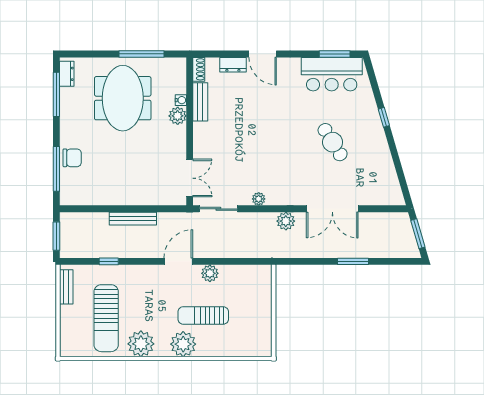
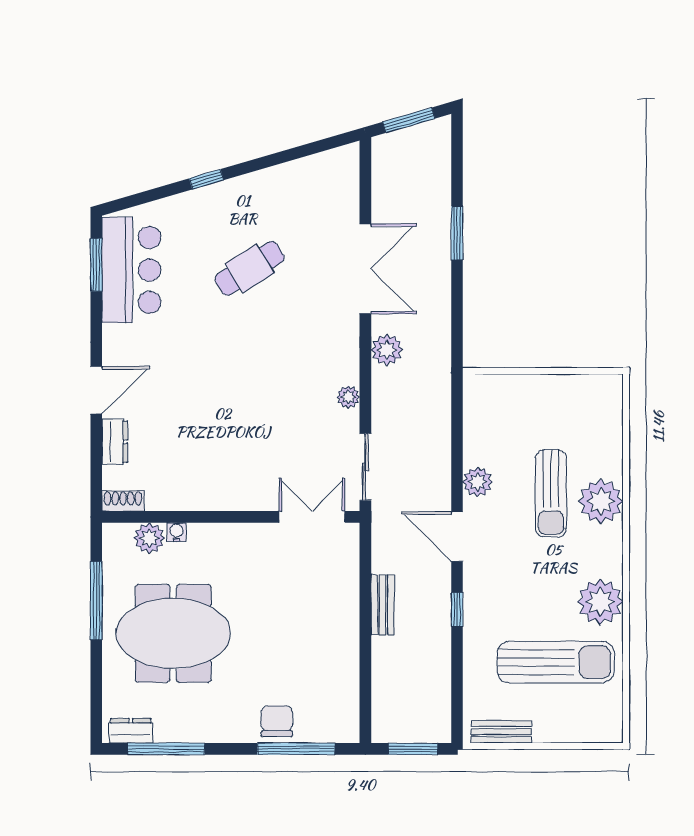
bench: (200, 102) -> (180, 498), removed
plant: (178, 116) -> (149, 538), moved
bench: (133, 219) -> (383, 605), width x0.73
window: (109, 261) -> (457, 609), moved
plant: (183, 344) -> (601, 501), moved

